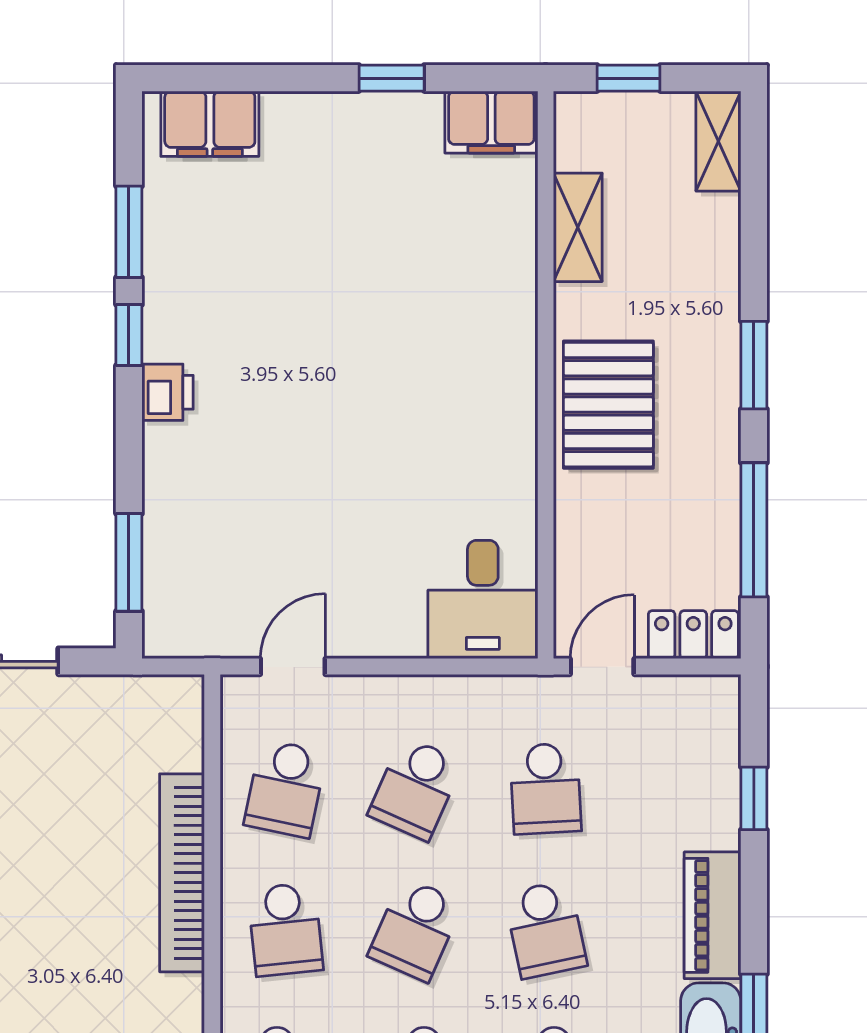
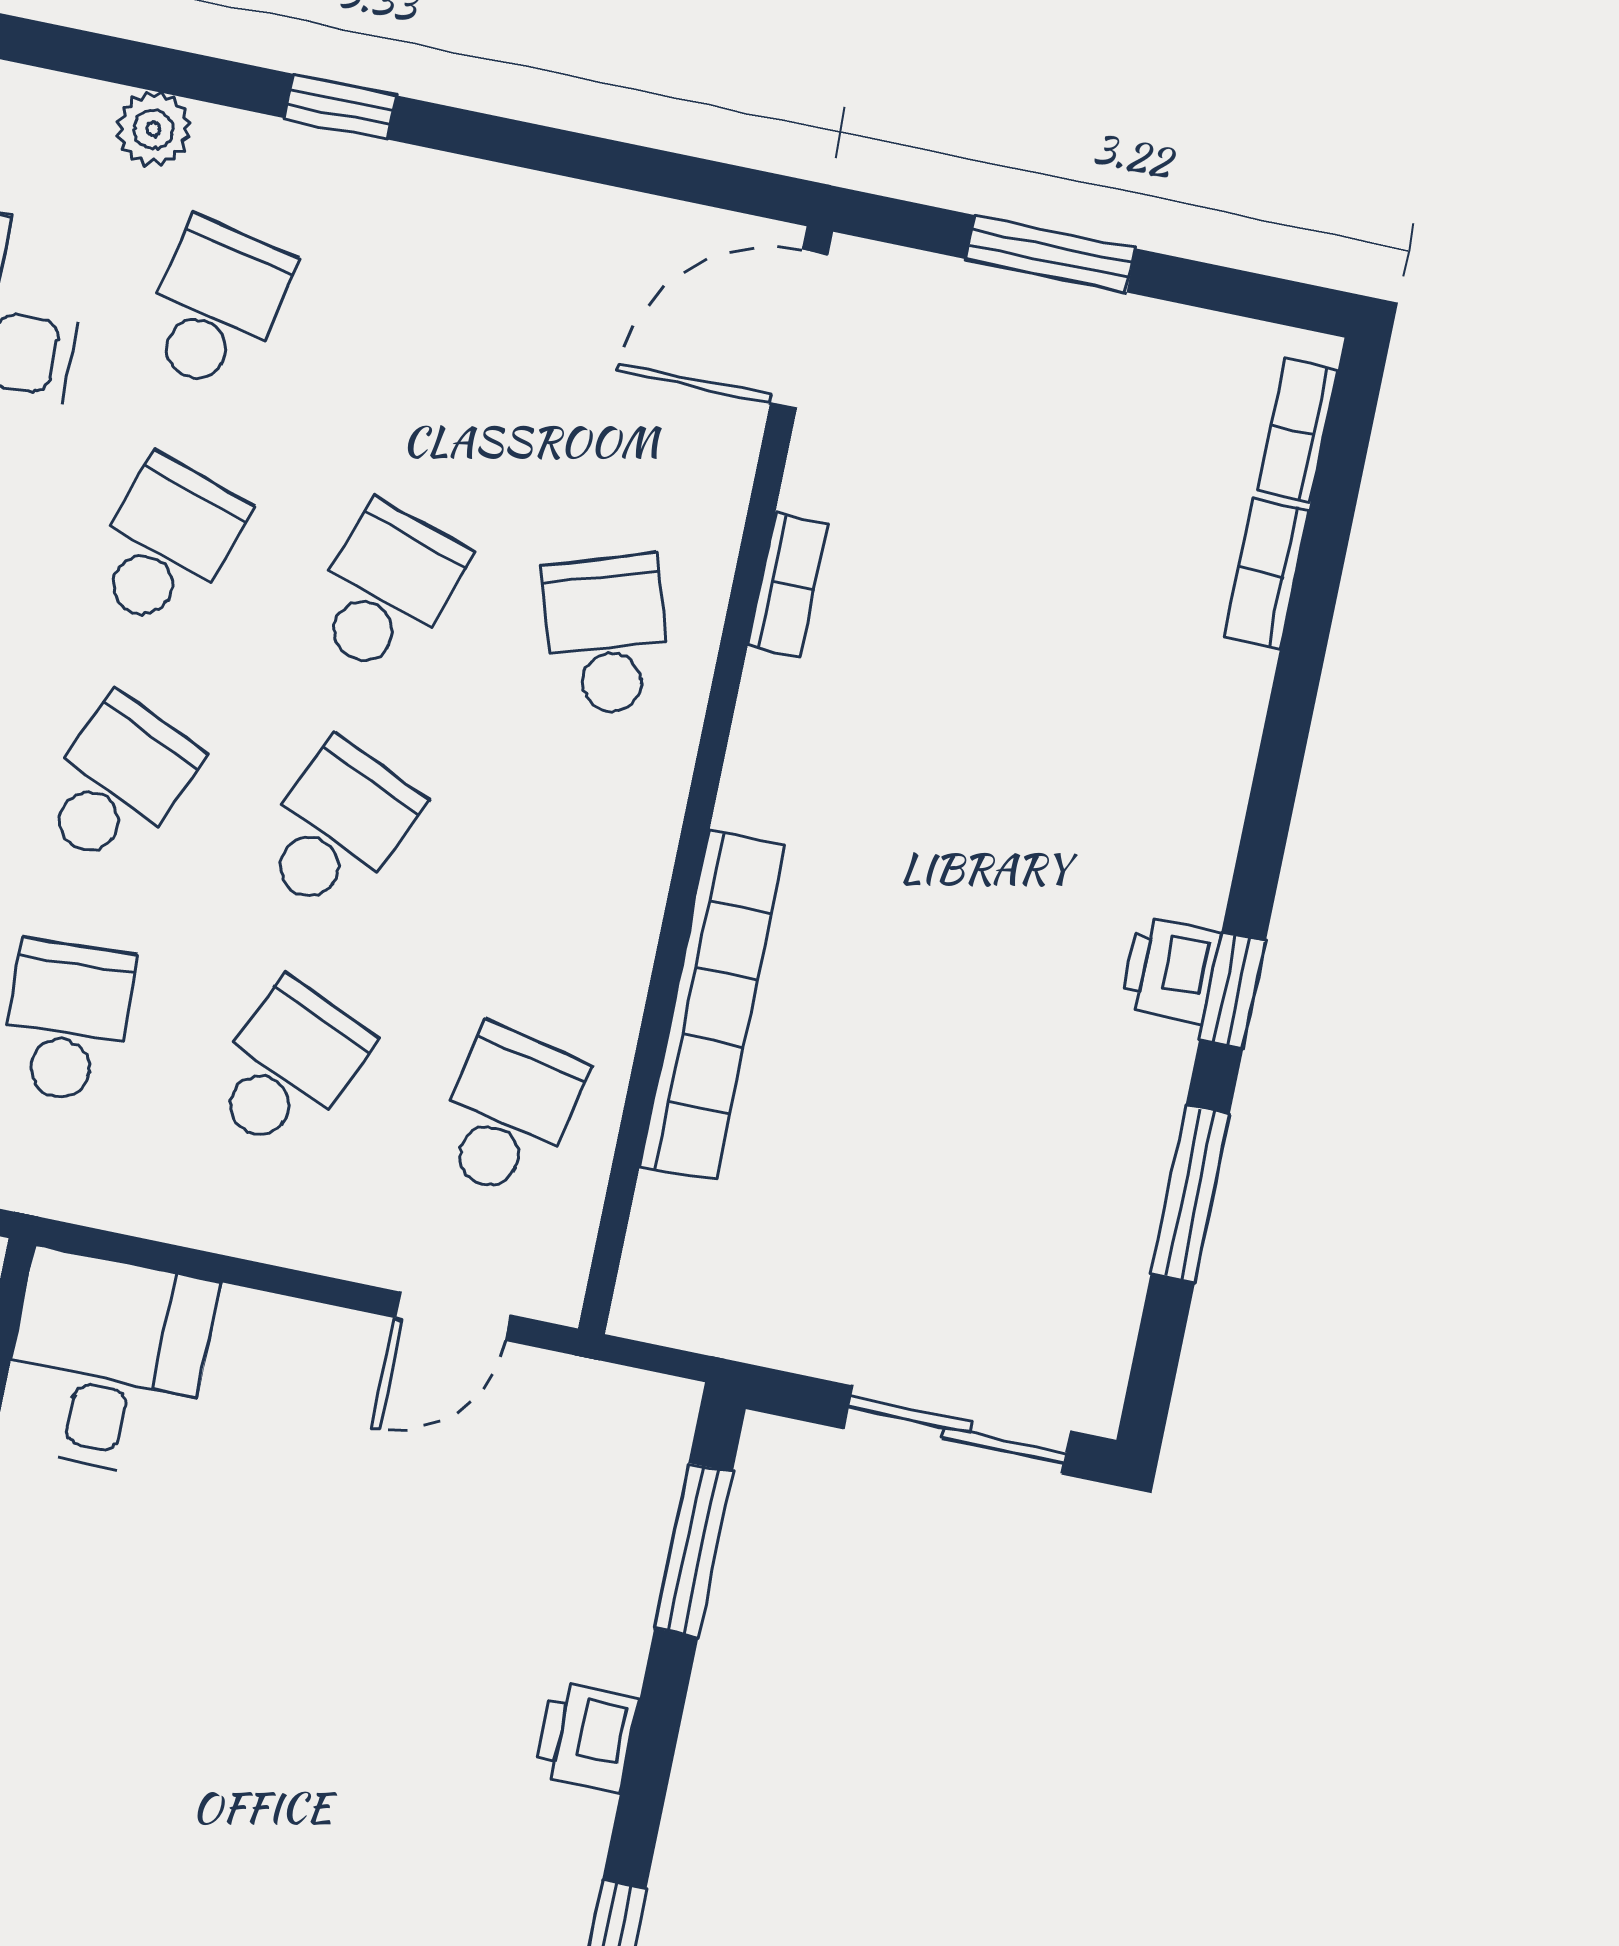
printer: (168, 392) -> (586, 1737), moved
school desk: (285, 929) -> (557, 874), removed
school desk: (546, 929) -> (117, 783), turned 36

